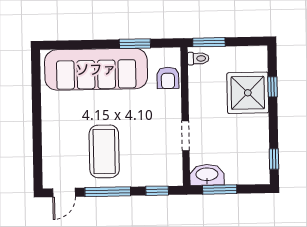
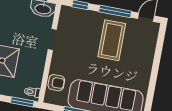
armchair: (168, 78) -> (56, 83), turned 90

